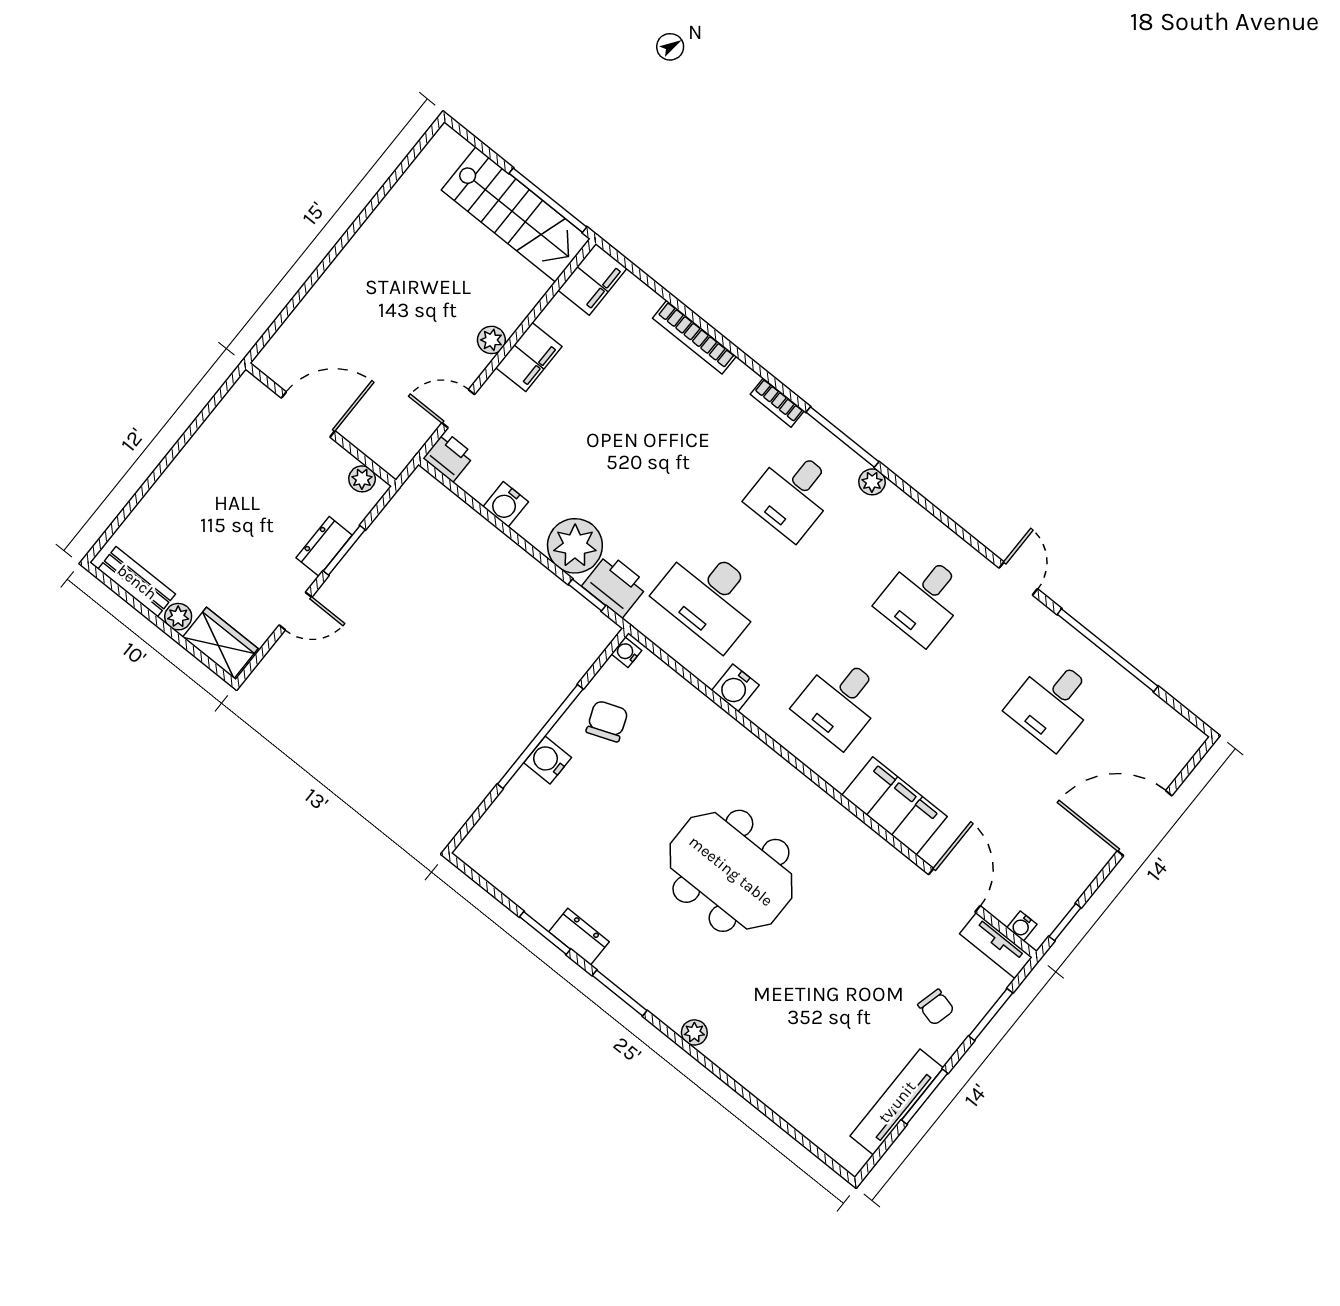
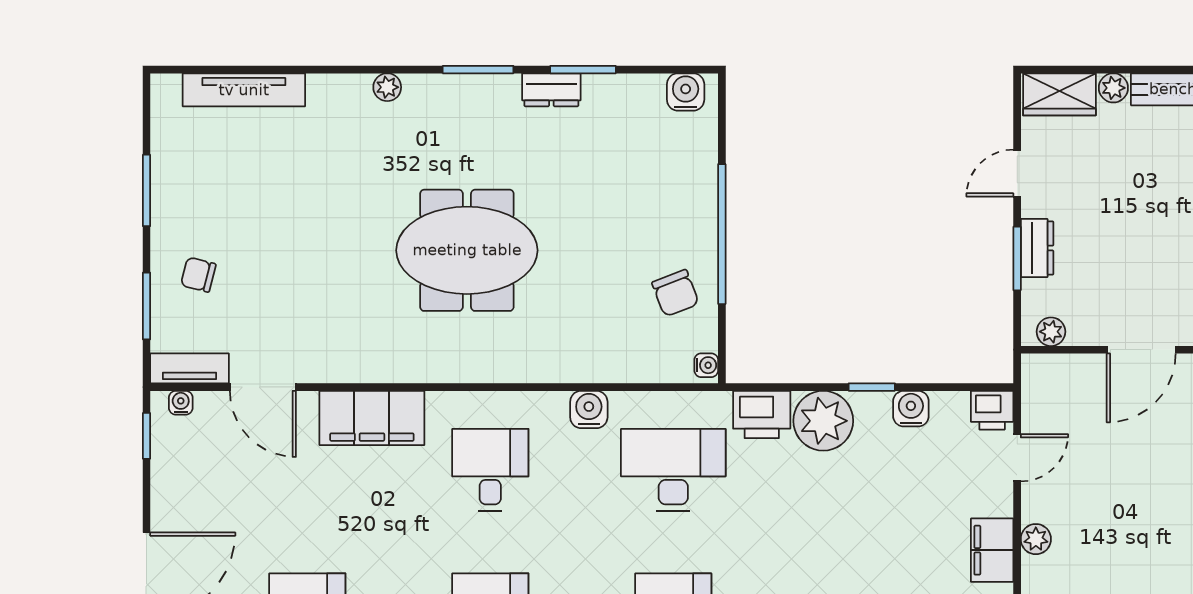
window: (587, 595) -> (872, 387), moved
water cooler: (548, 760) -> (686, 92), moved, turned -90
tv unit: (897, 1102) -> (244, 90), moved, turned 90

